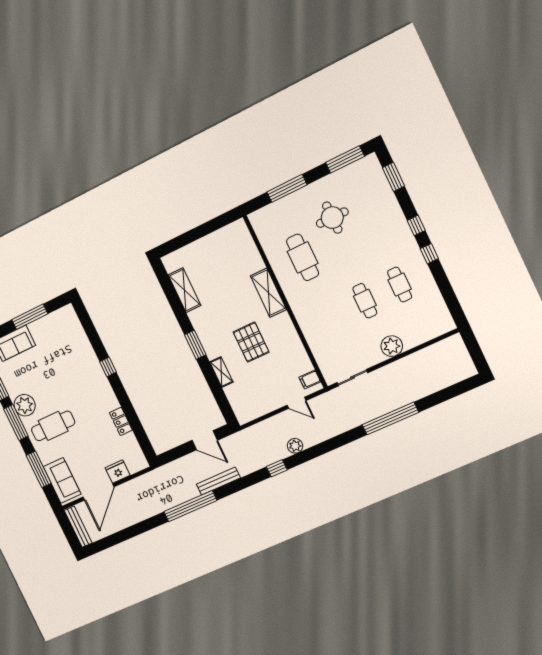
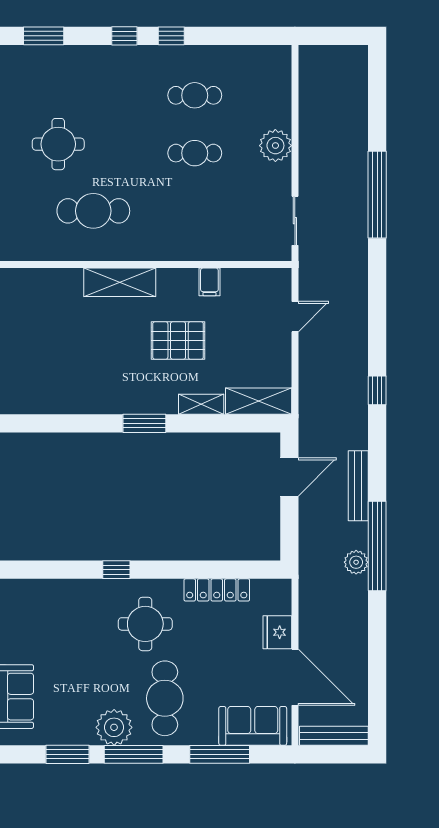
shelving: (184, 290) -> (259, 401), moved
filing cabinet: (310, 379) -> (209, 282), moved
round table: (87, 397) -> (145, 624), added
locker: (121, 421) -> (217, 590), width x1.53
plant: (295, 446) -> (356, 562), moved

